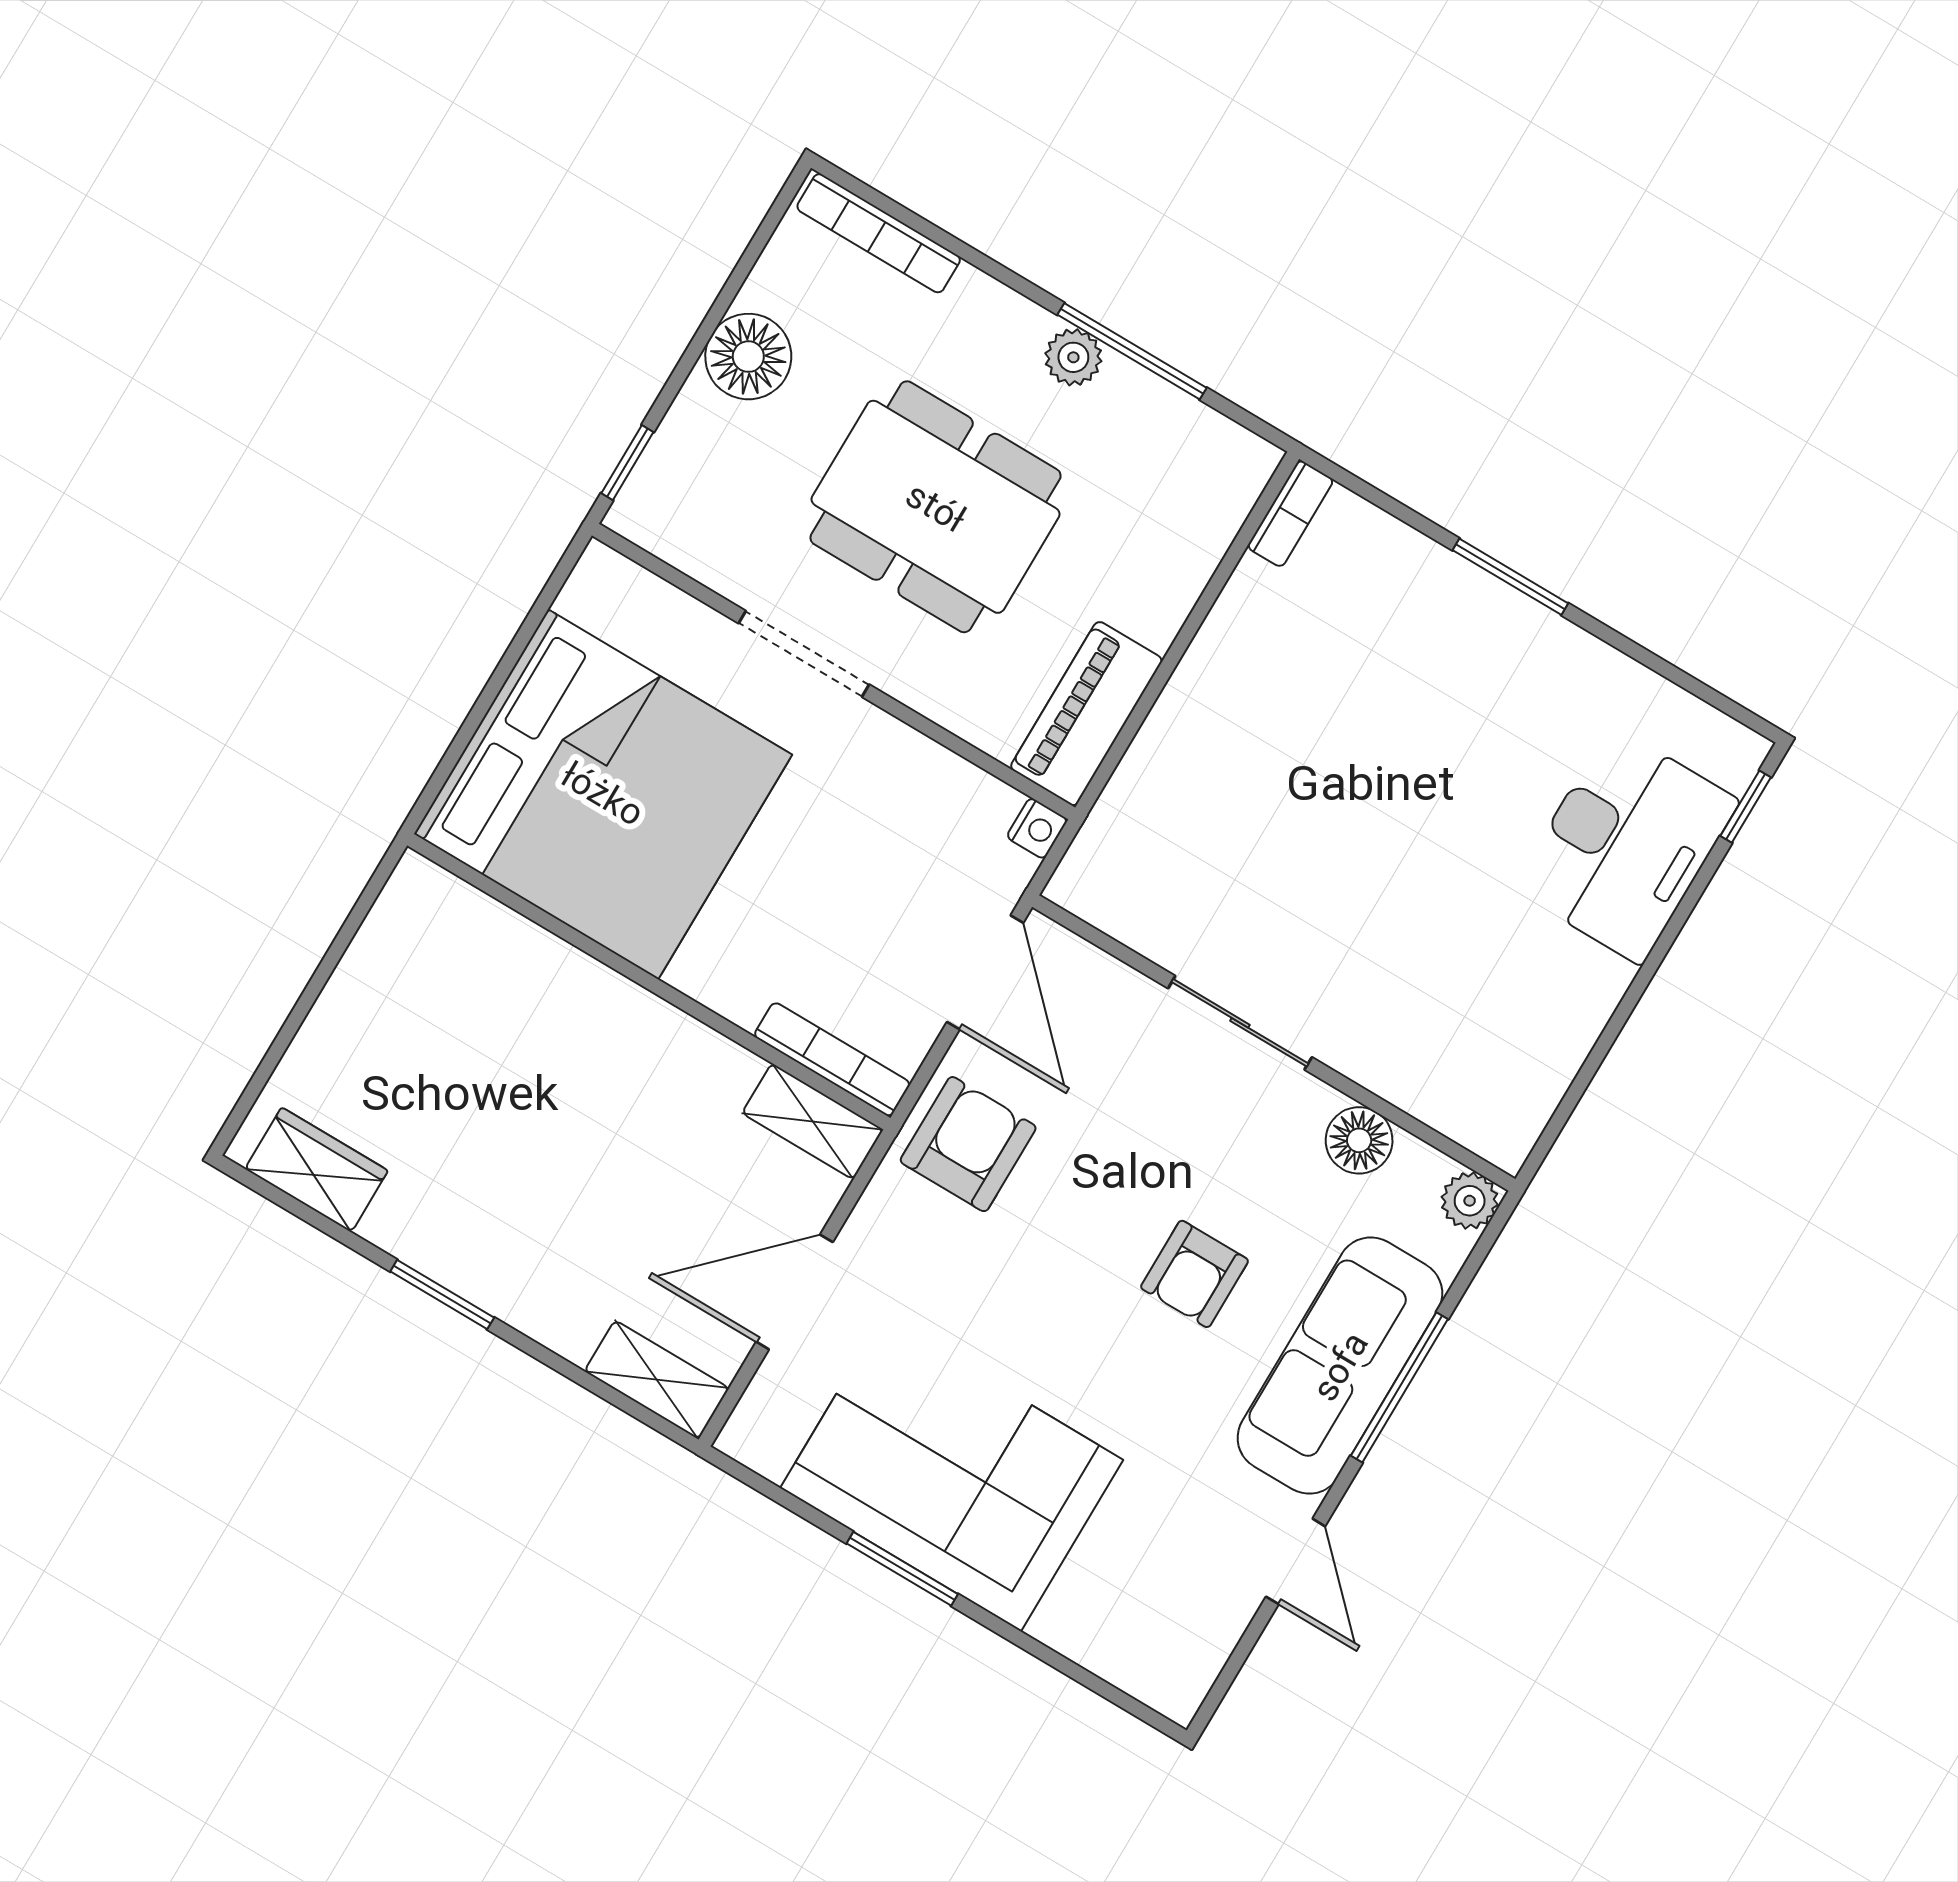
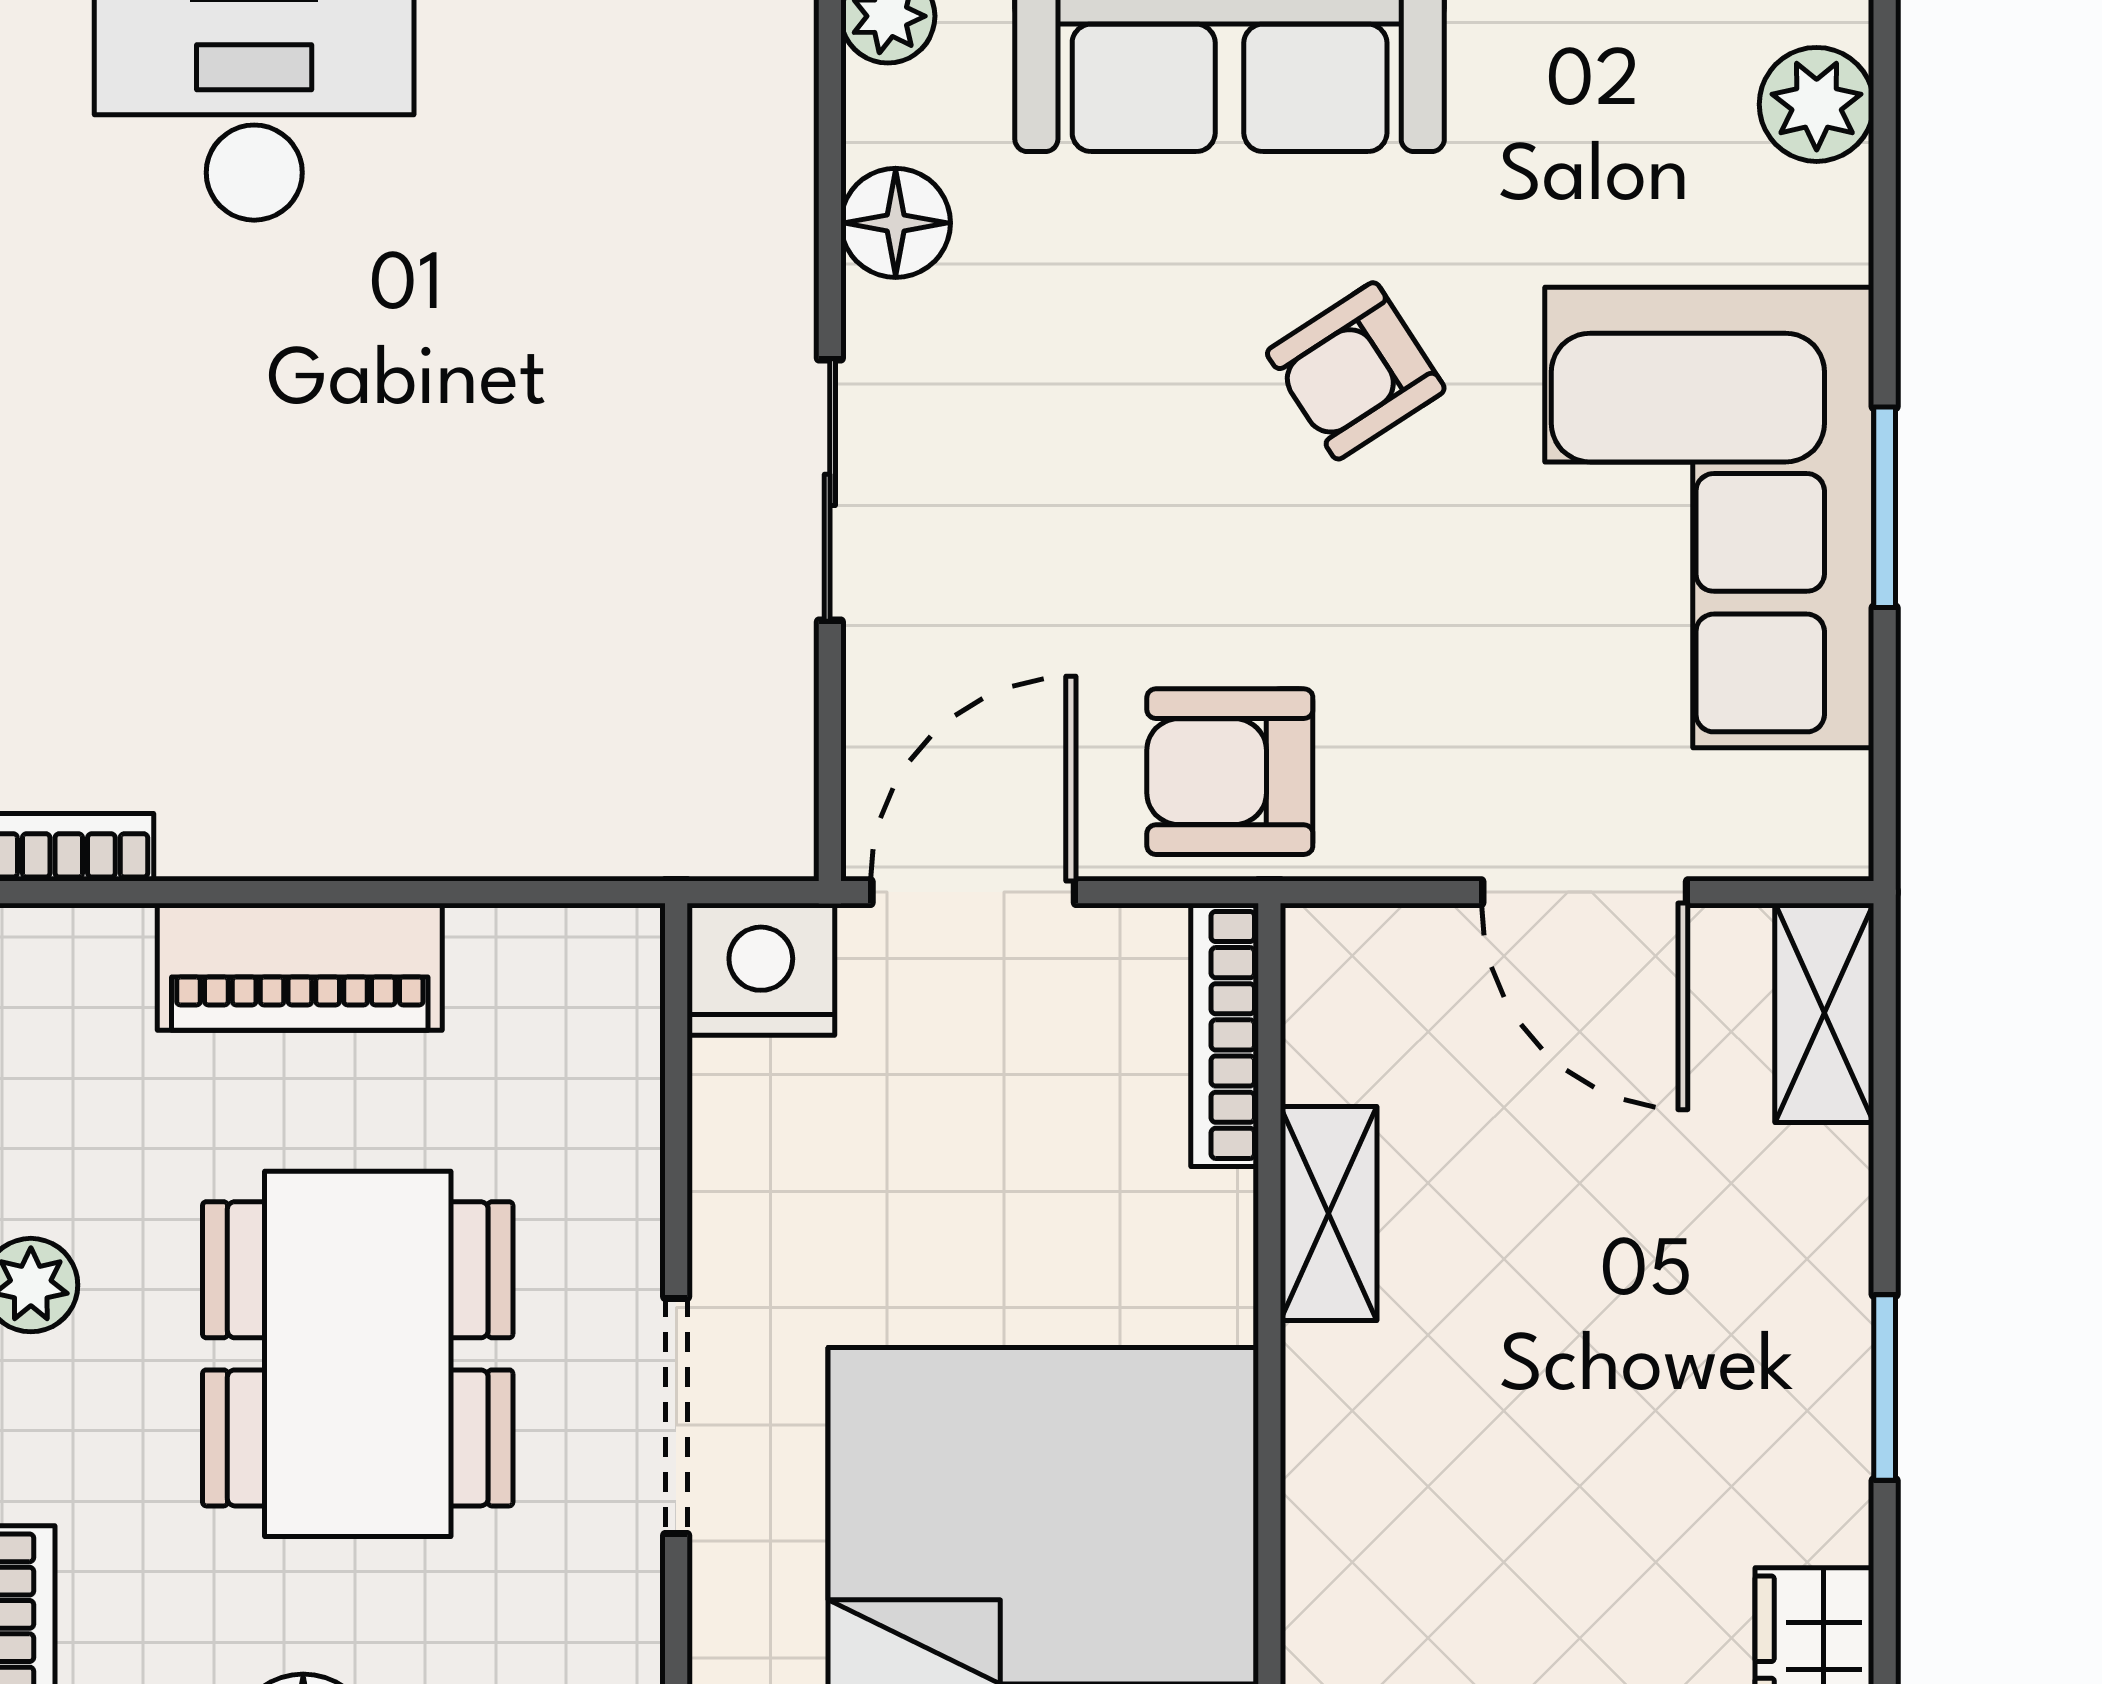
piano: (1086, 714) -> (300, 967), moved
nightstand: (1037, 828) -> (761, 969), width x1.89, depth x1.79
shelving: (813, 1121) -> (1329, 1213), moved
armchair: (1195, 1274) -> (1356, 371), moved, turned 147
plant: (1134, 1659) -> (1817, 104), added

